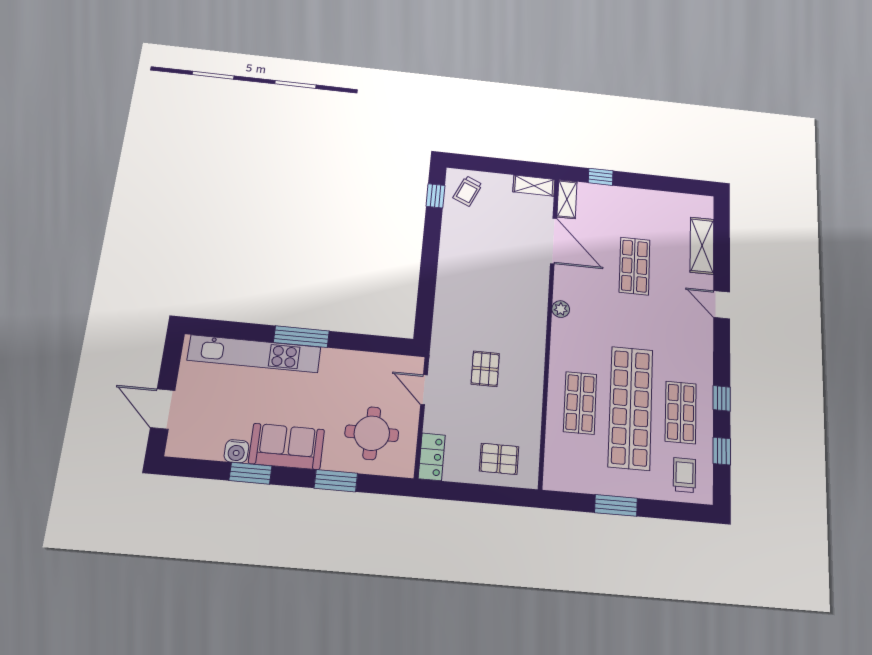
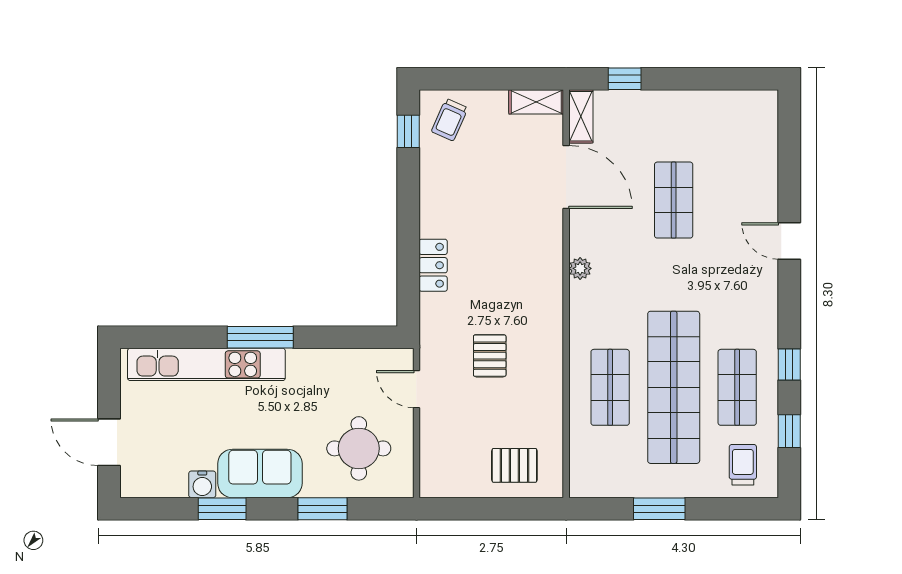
shelving: (702, 246) -> (763, 162), removed
locker: (432, 457) -> (433, 265), moved

